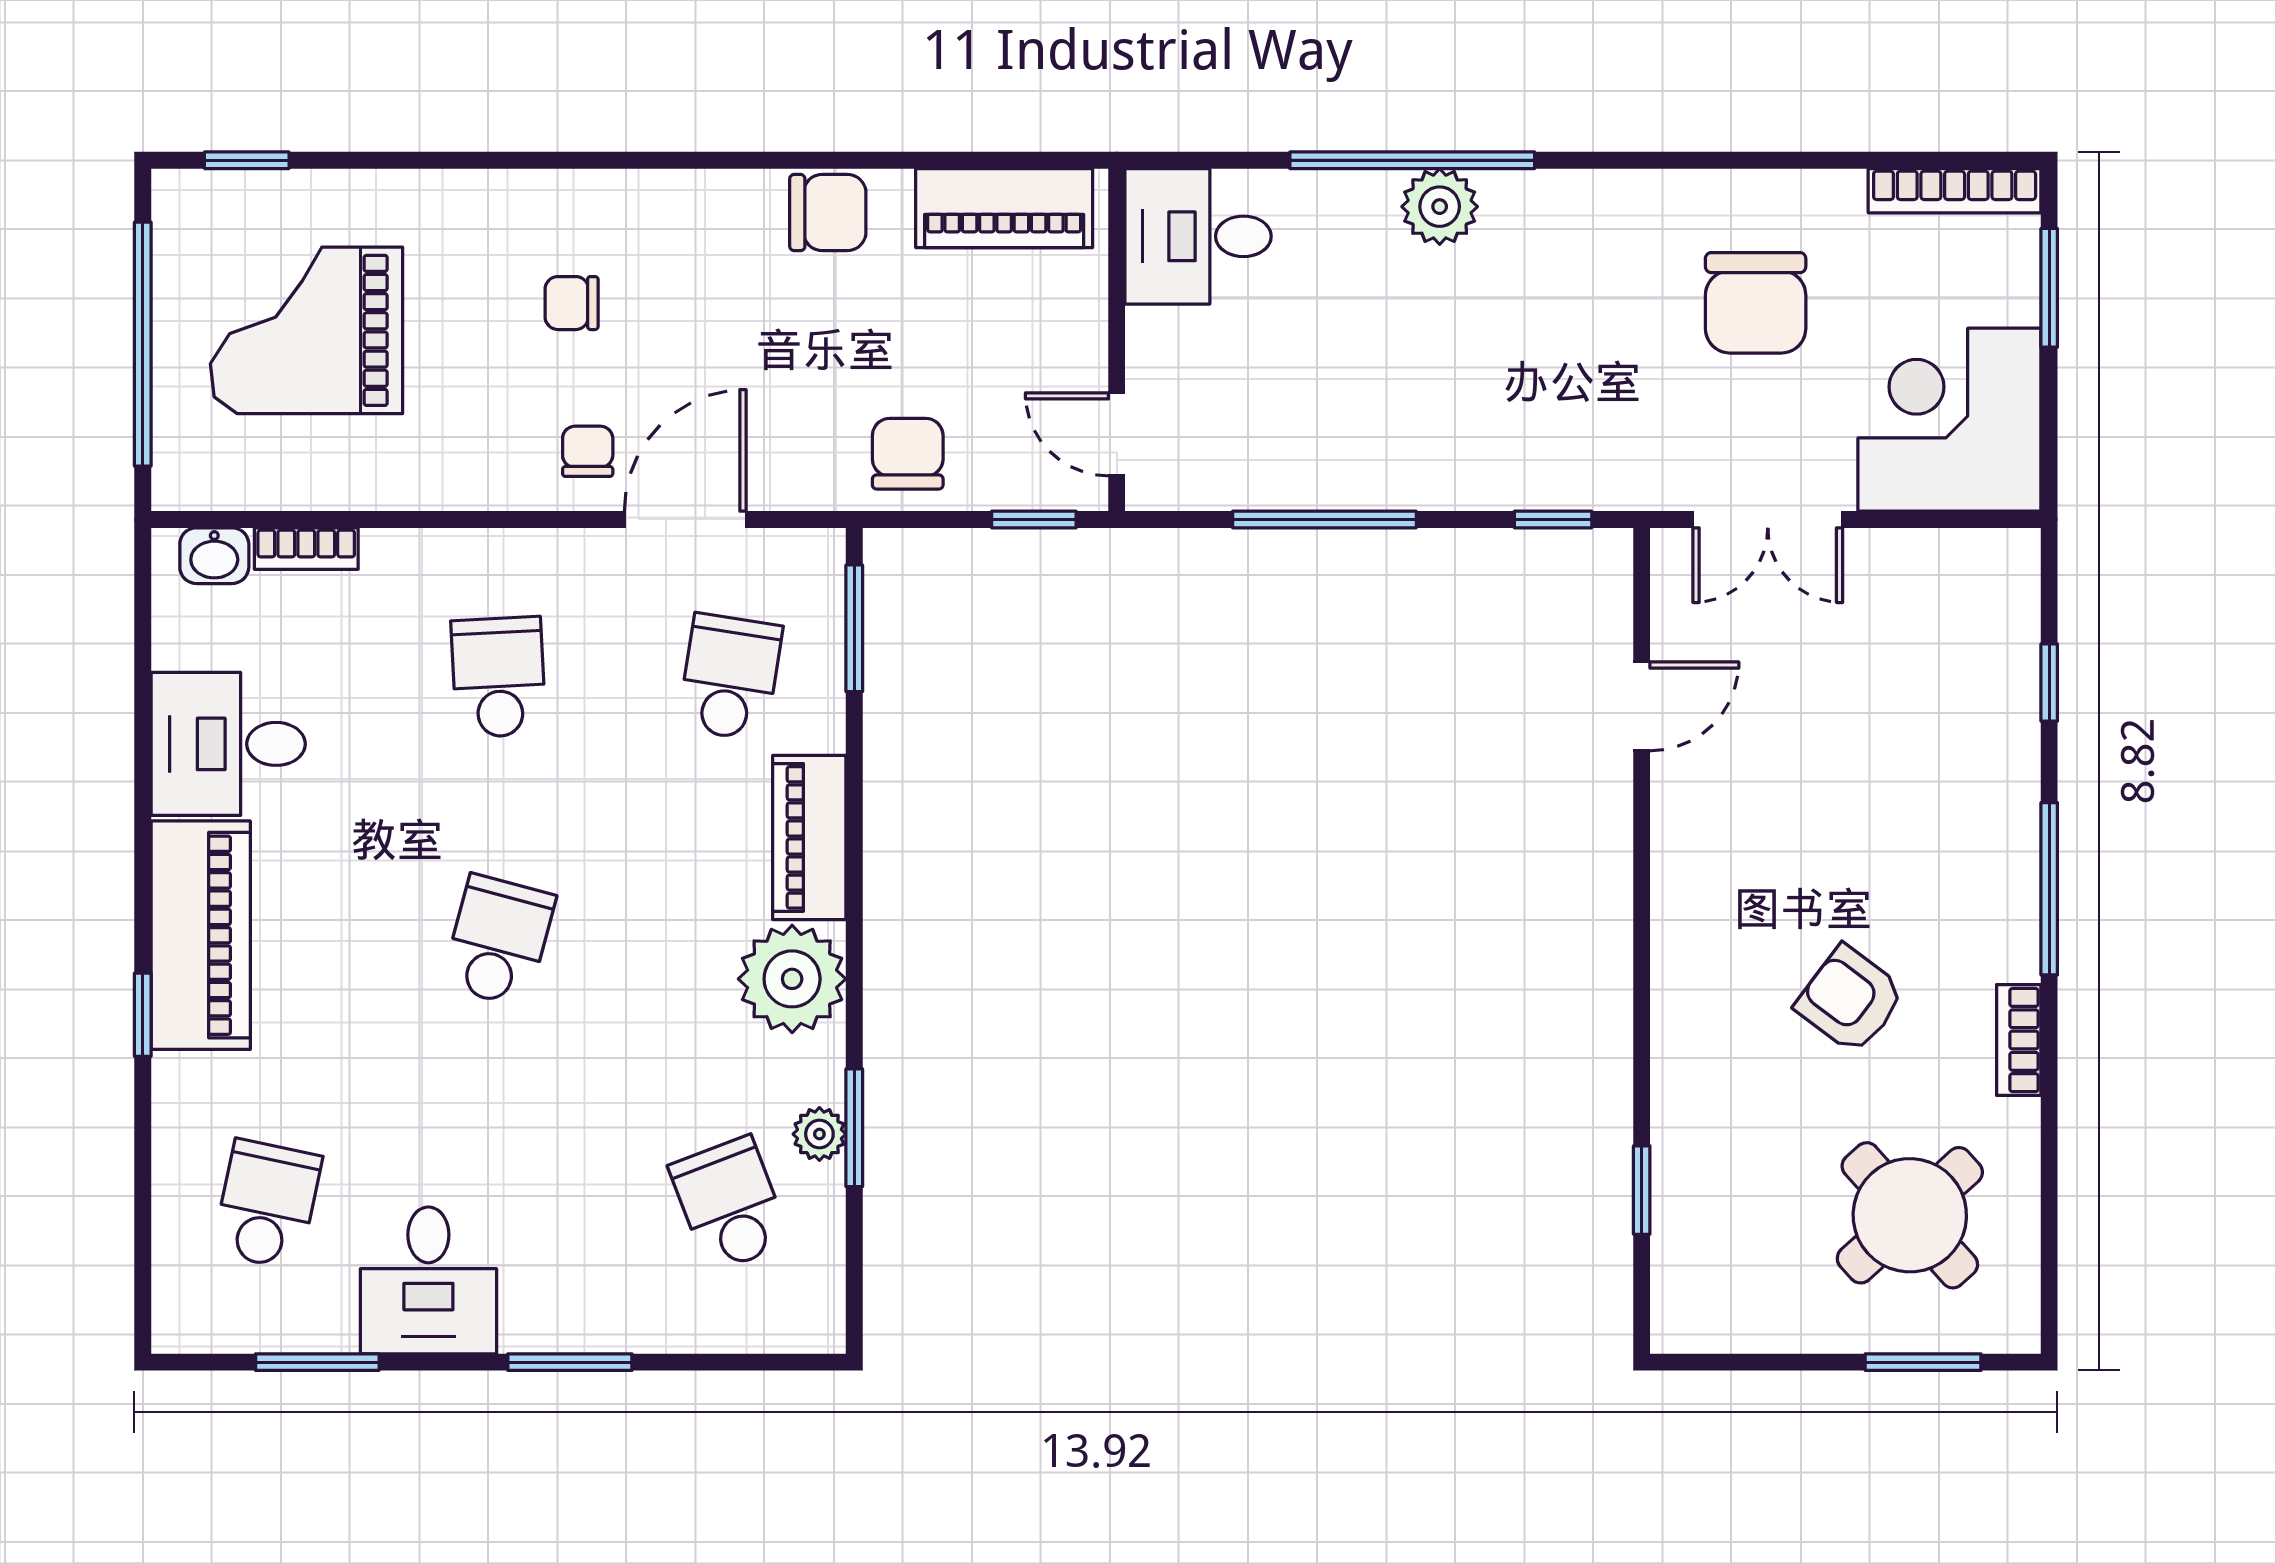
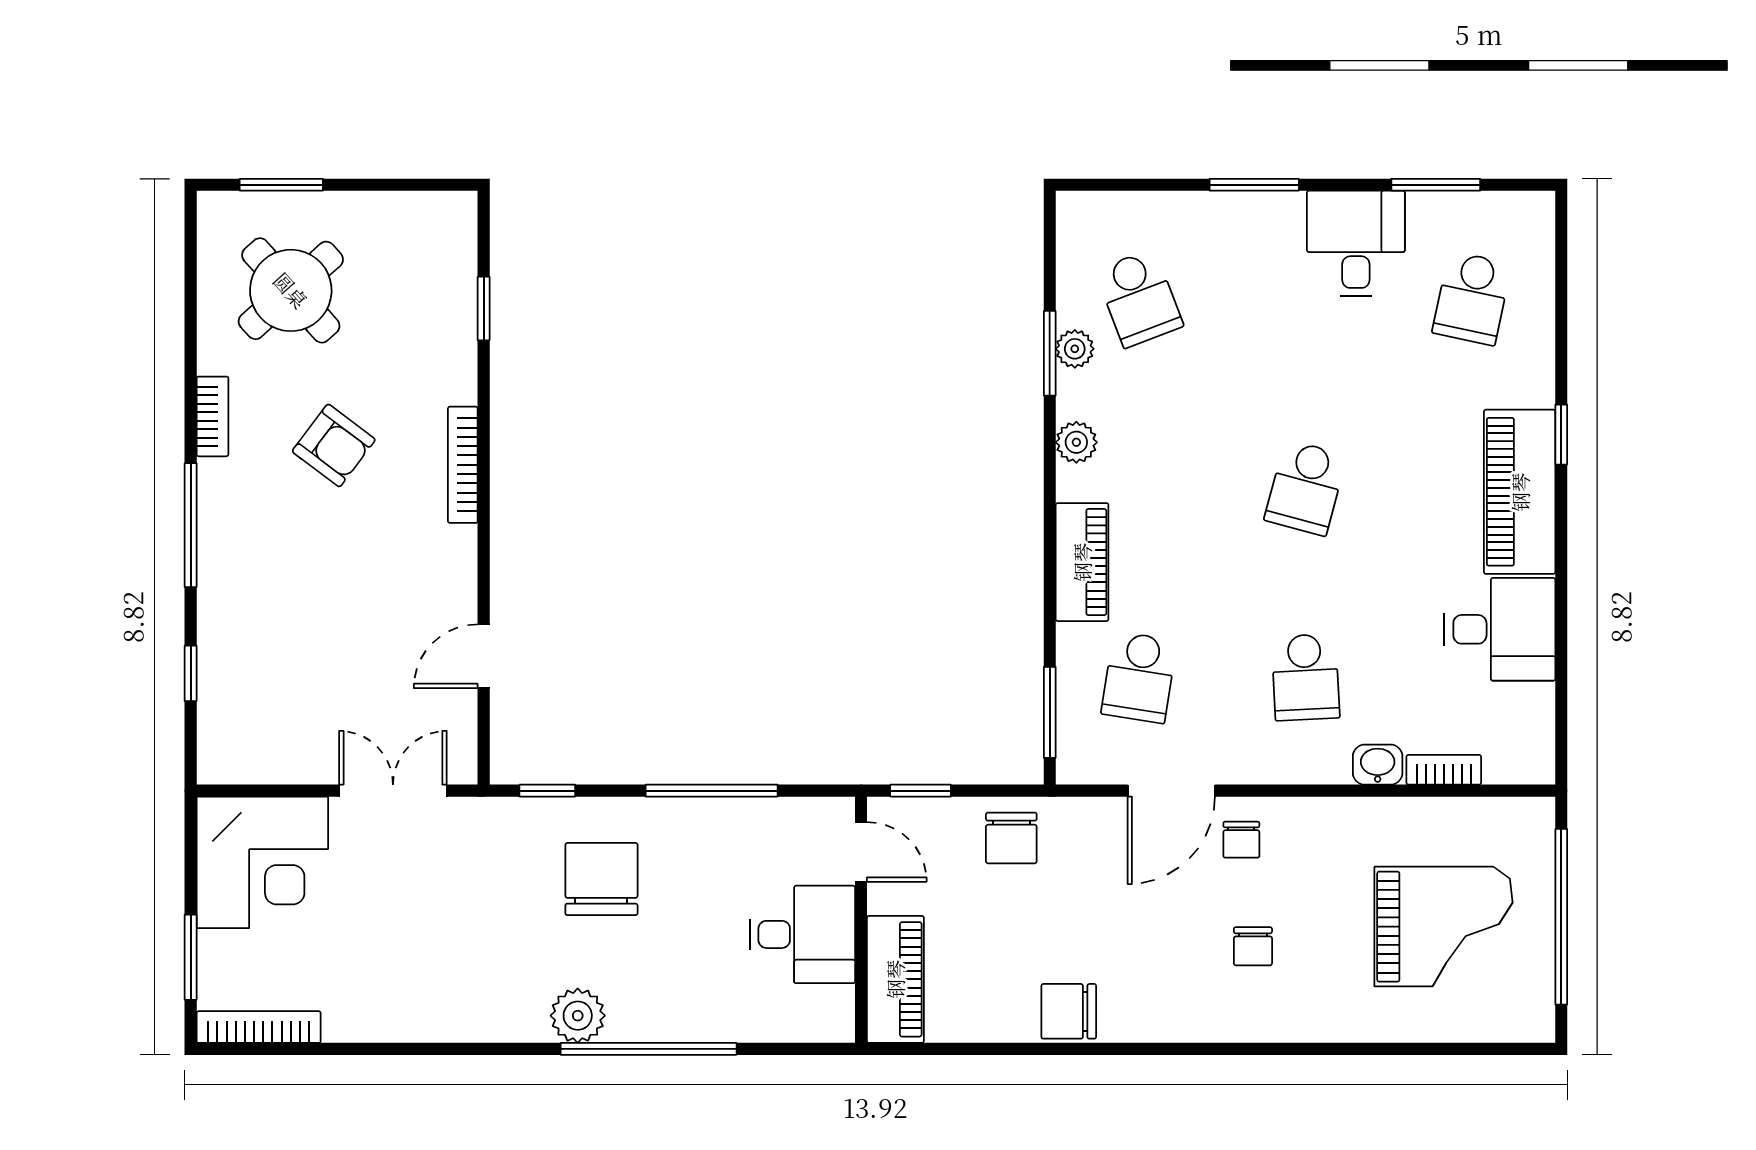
window: (247, 160) -> (1486, 1049), removed
plant: (1440, 207) -> (578, 1016), moved
piano: (1004, 208) -> (895, 979), moved, turned 90
desk: (1198, 236) -> (803, 934), moved
chair: (572, 303) -> (1253, 946), turned 90
chair: (1756, 303) -> (601, 879), moved
washbasin: (214, 556) -> (1378, 765), moved
bookcase: (1671, 973) -> (463, 465), added
plant: (792, 979) -> (1076, 442), width x0.53, depth x0.53

